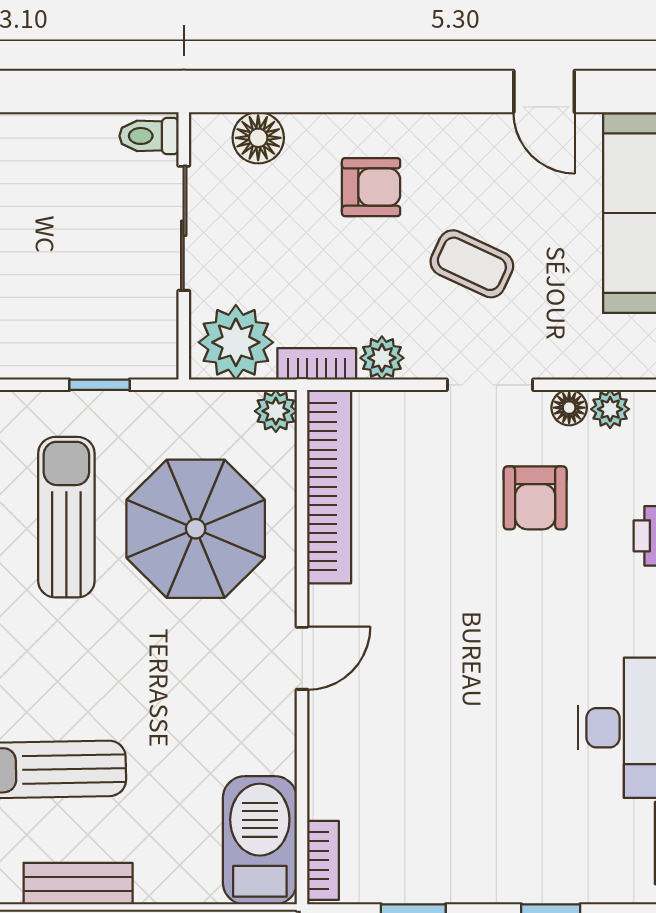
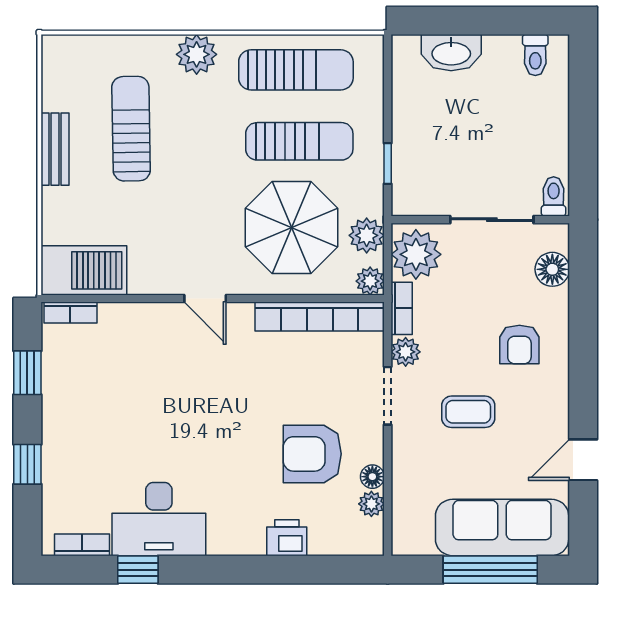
coffee table: (472, 264) -> (468, 412), turned 65
doorway: (490, 385) -> (388, 396), moved
plant: (207, 416) -> (367, 235), added
armchair: (535, 498) -> (312, 454), width x1.38, depth x1.38

